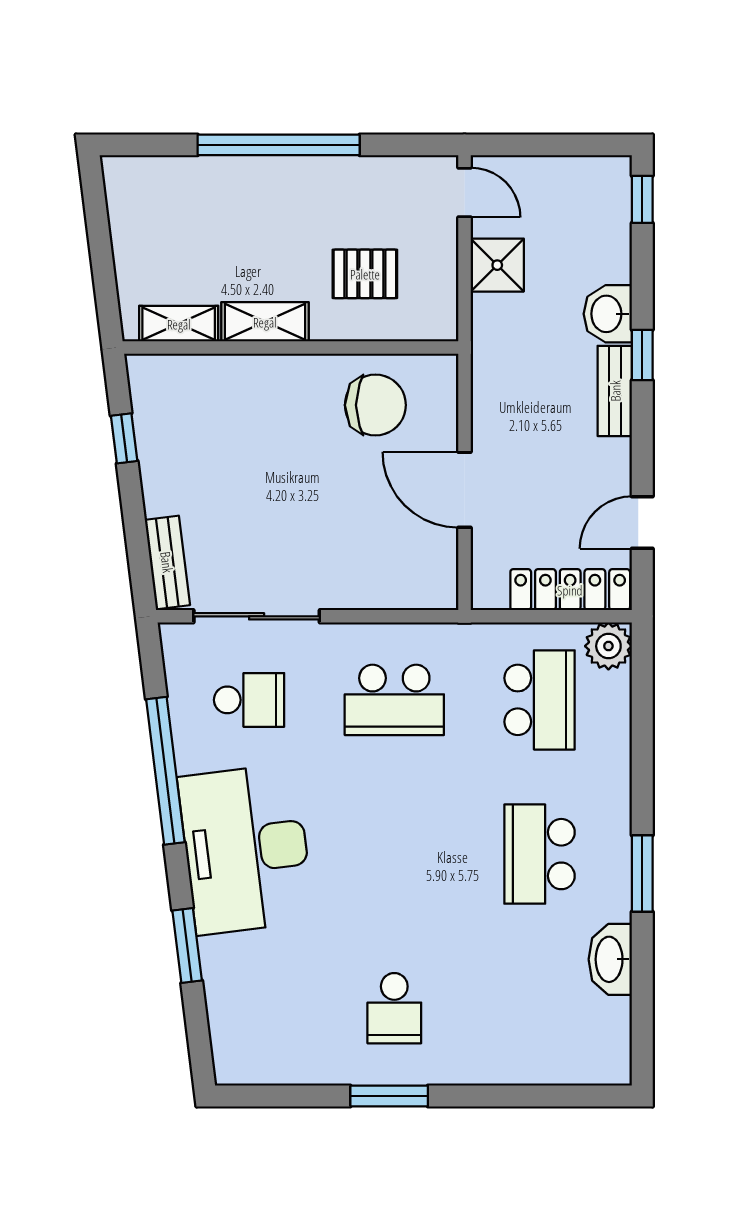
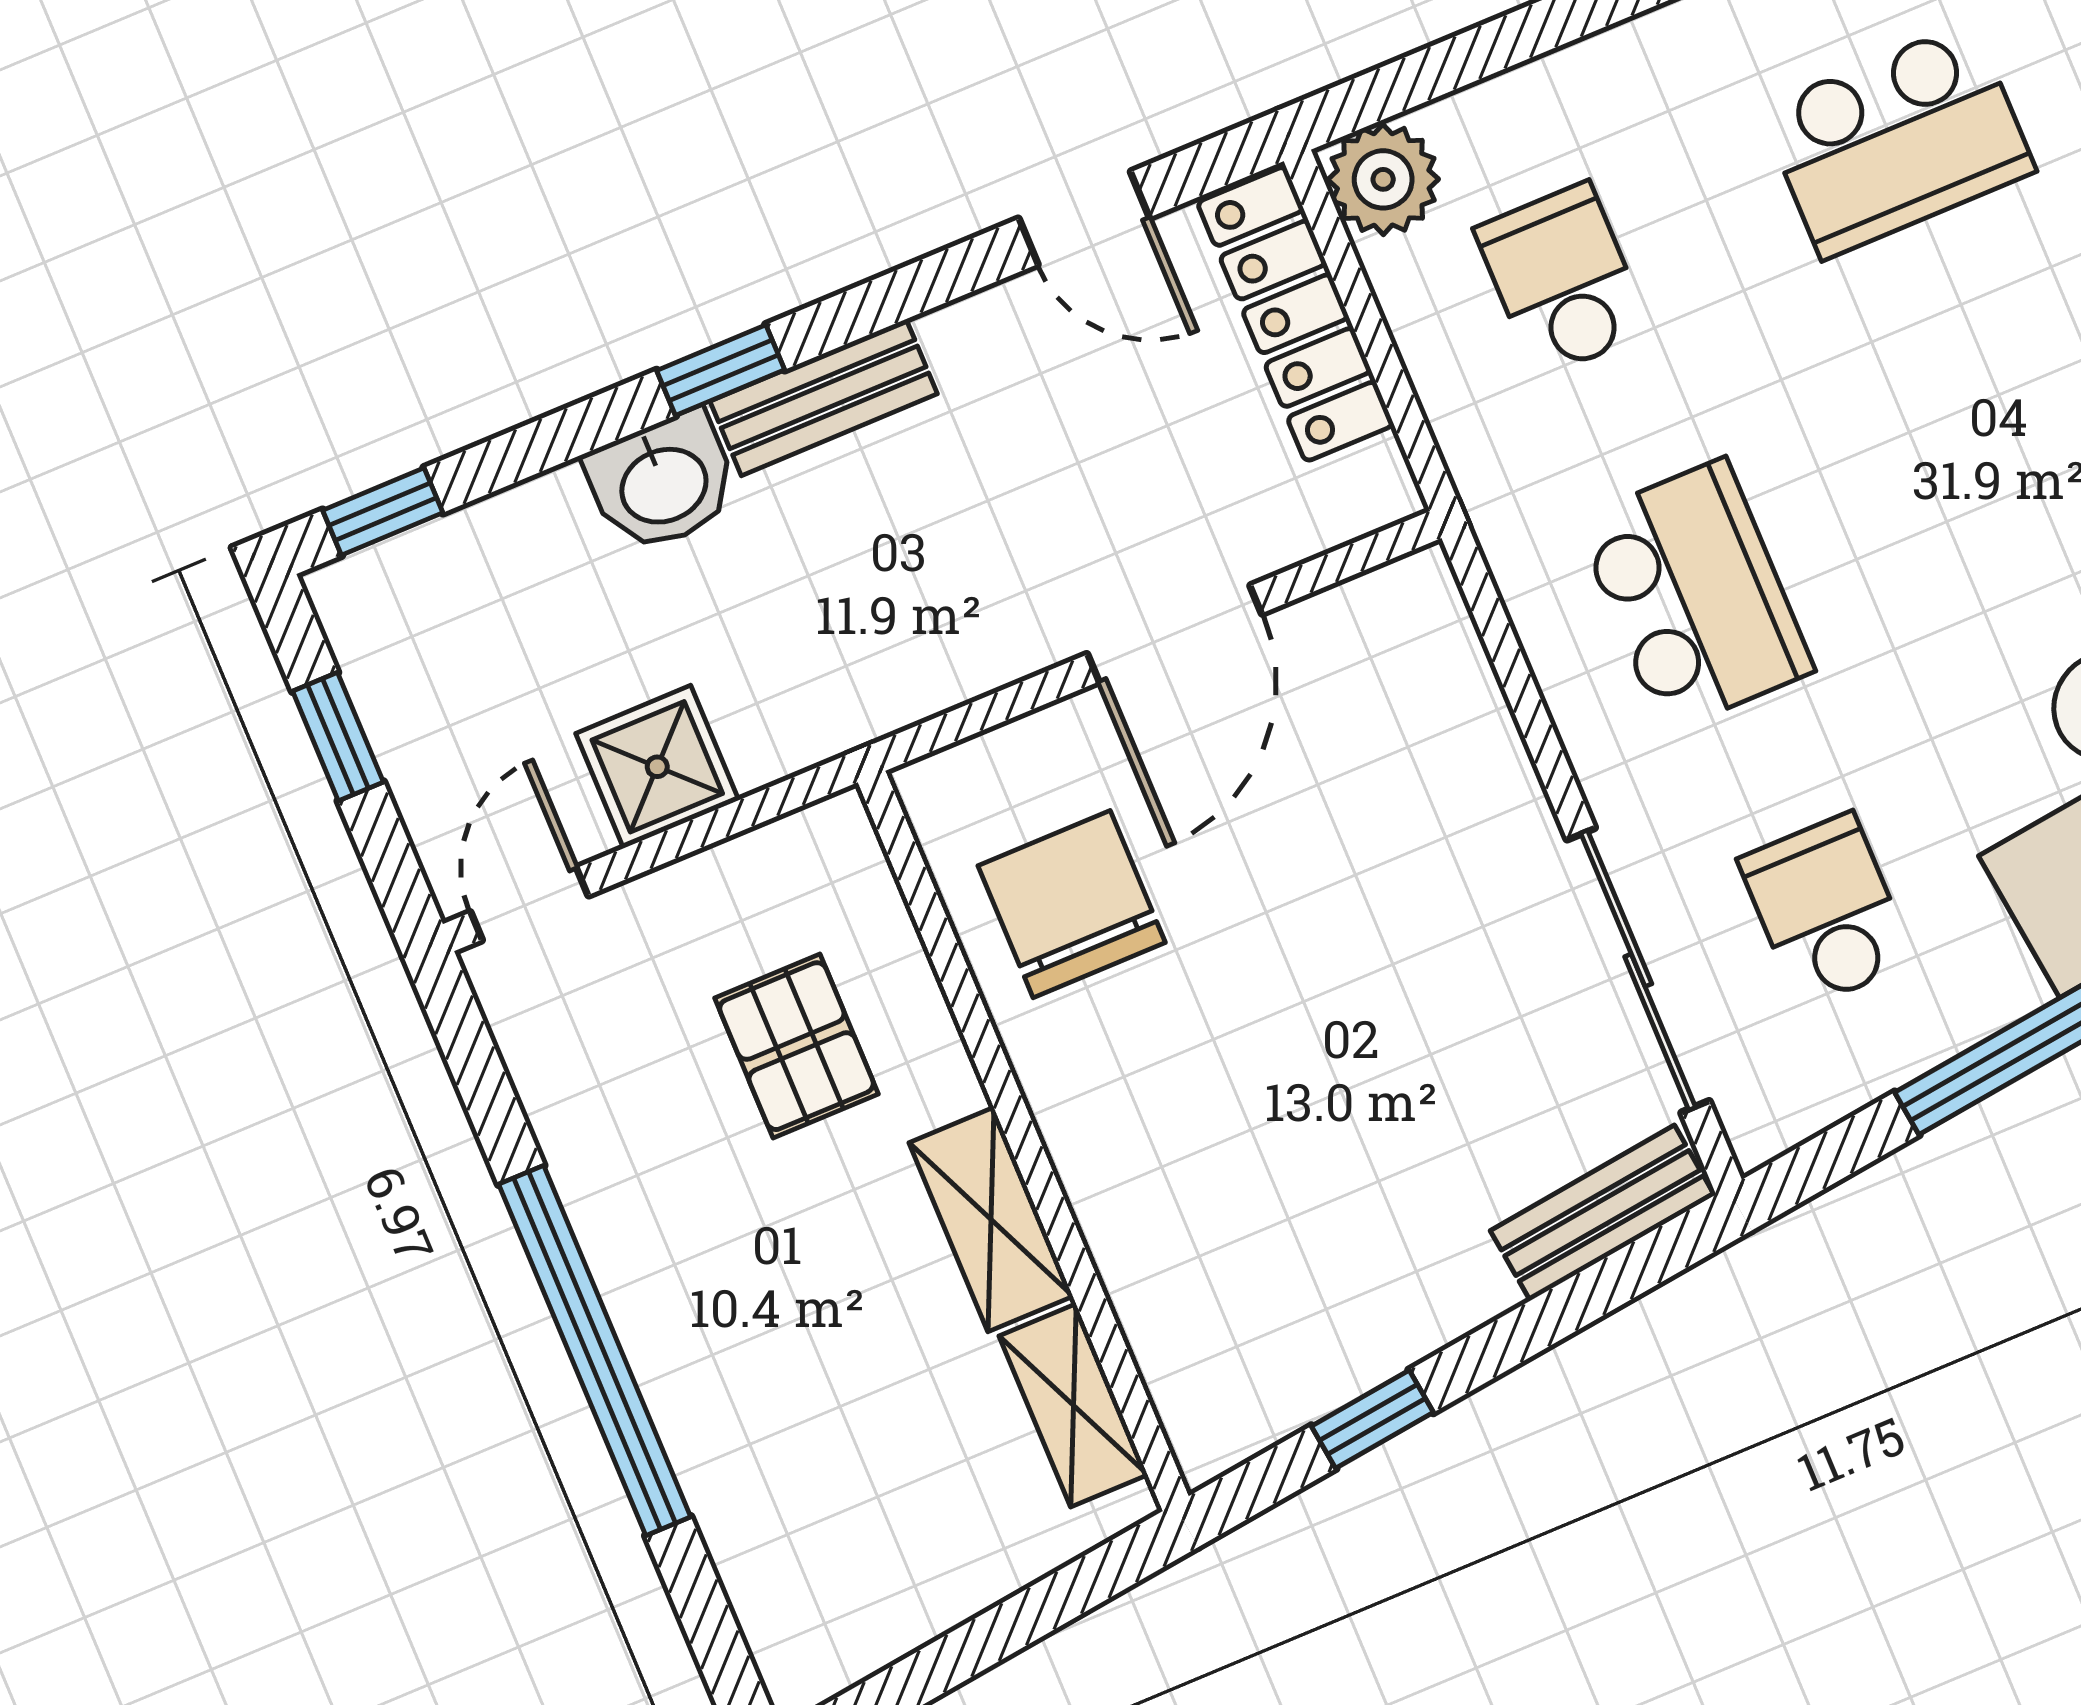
window: (561, 145) -> (338, 737), added
school desk: (540, 700) -> (1563, 280), width x0.54

